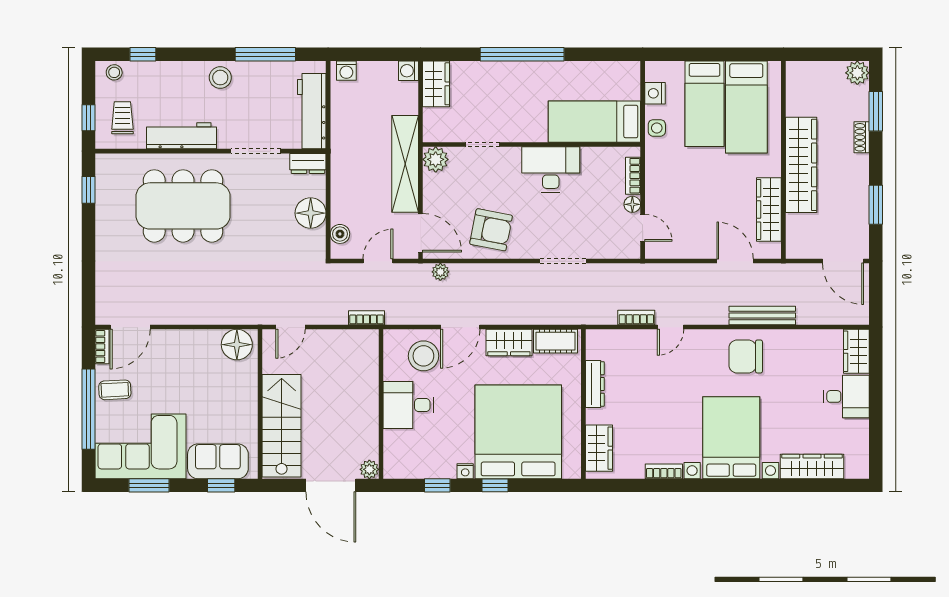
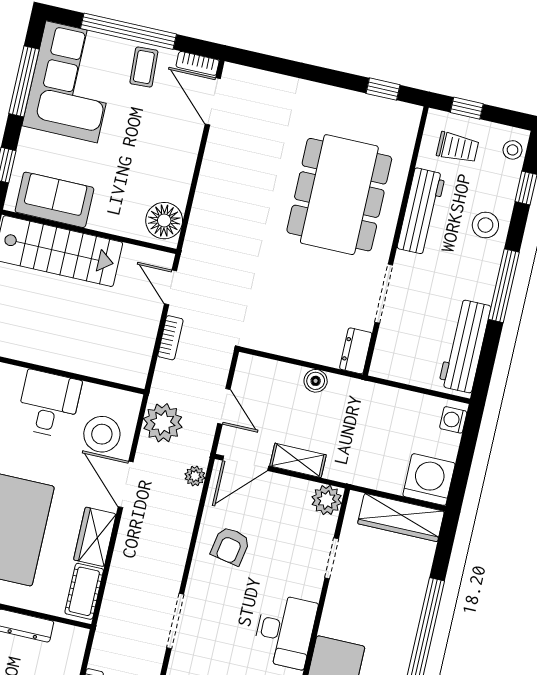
window: (265, 54) -> (504, 286), moved
washing machine: (409, 71) -> (429, 480), width x1.89, depth x1.89
stool: (220, 78) -> (485, 225), moved
wardrobe: (436, 84) -> (401, 518), width x1.50
workbench: (312, 111) -> (465, 346), moved, turned -90
shelving: (405, 164) -> (298, 460), width x0.45, depth x0.75
floor lamp: (311, 213) -> (297, 341), removed
armchair: (491, 230) -> (230, 546), width x0.72, depth x0.72
boiler: (340, 234) -> (316, 381), moved
plant: (403, 308) -> (163, 423), added
bookcase: (367, 318) -> (170, 338), moved
sofa: (218, 461) -> (54, 200), moved, turned -90
window: (149, 485) -> (24, 81), width x1.44

